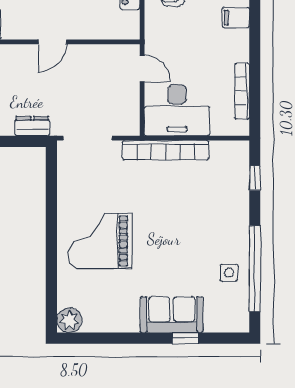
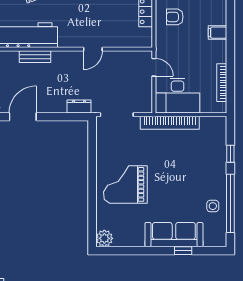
window: (255, 178) -> (230, 154), moved
sofa: (172, 315) -> (174, 235), width x1.36

